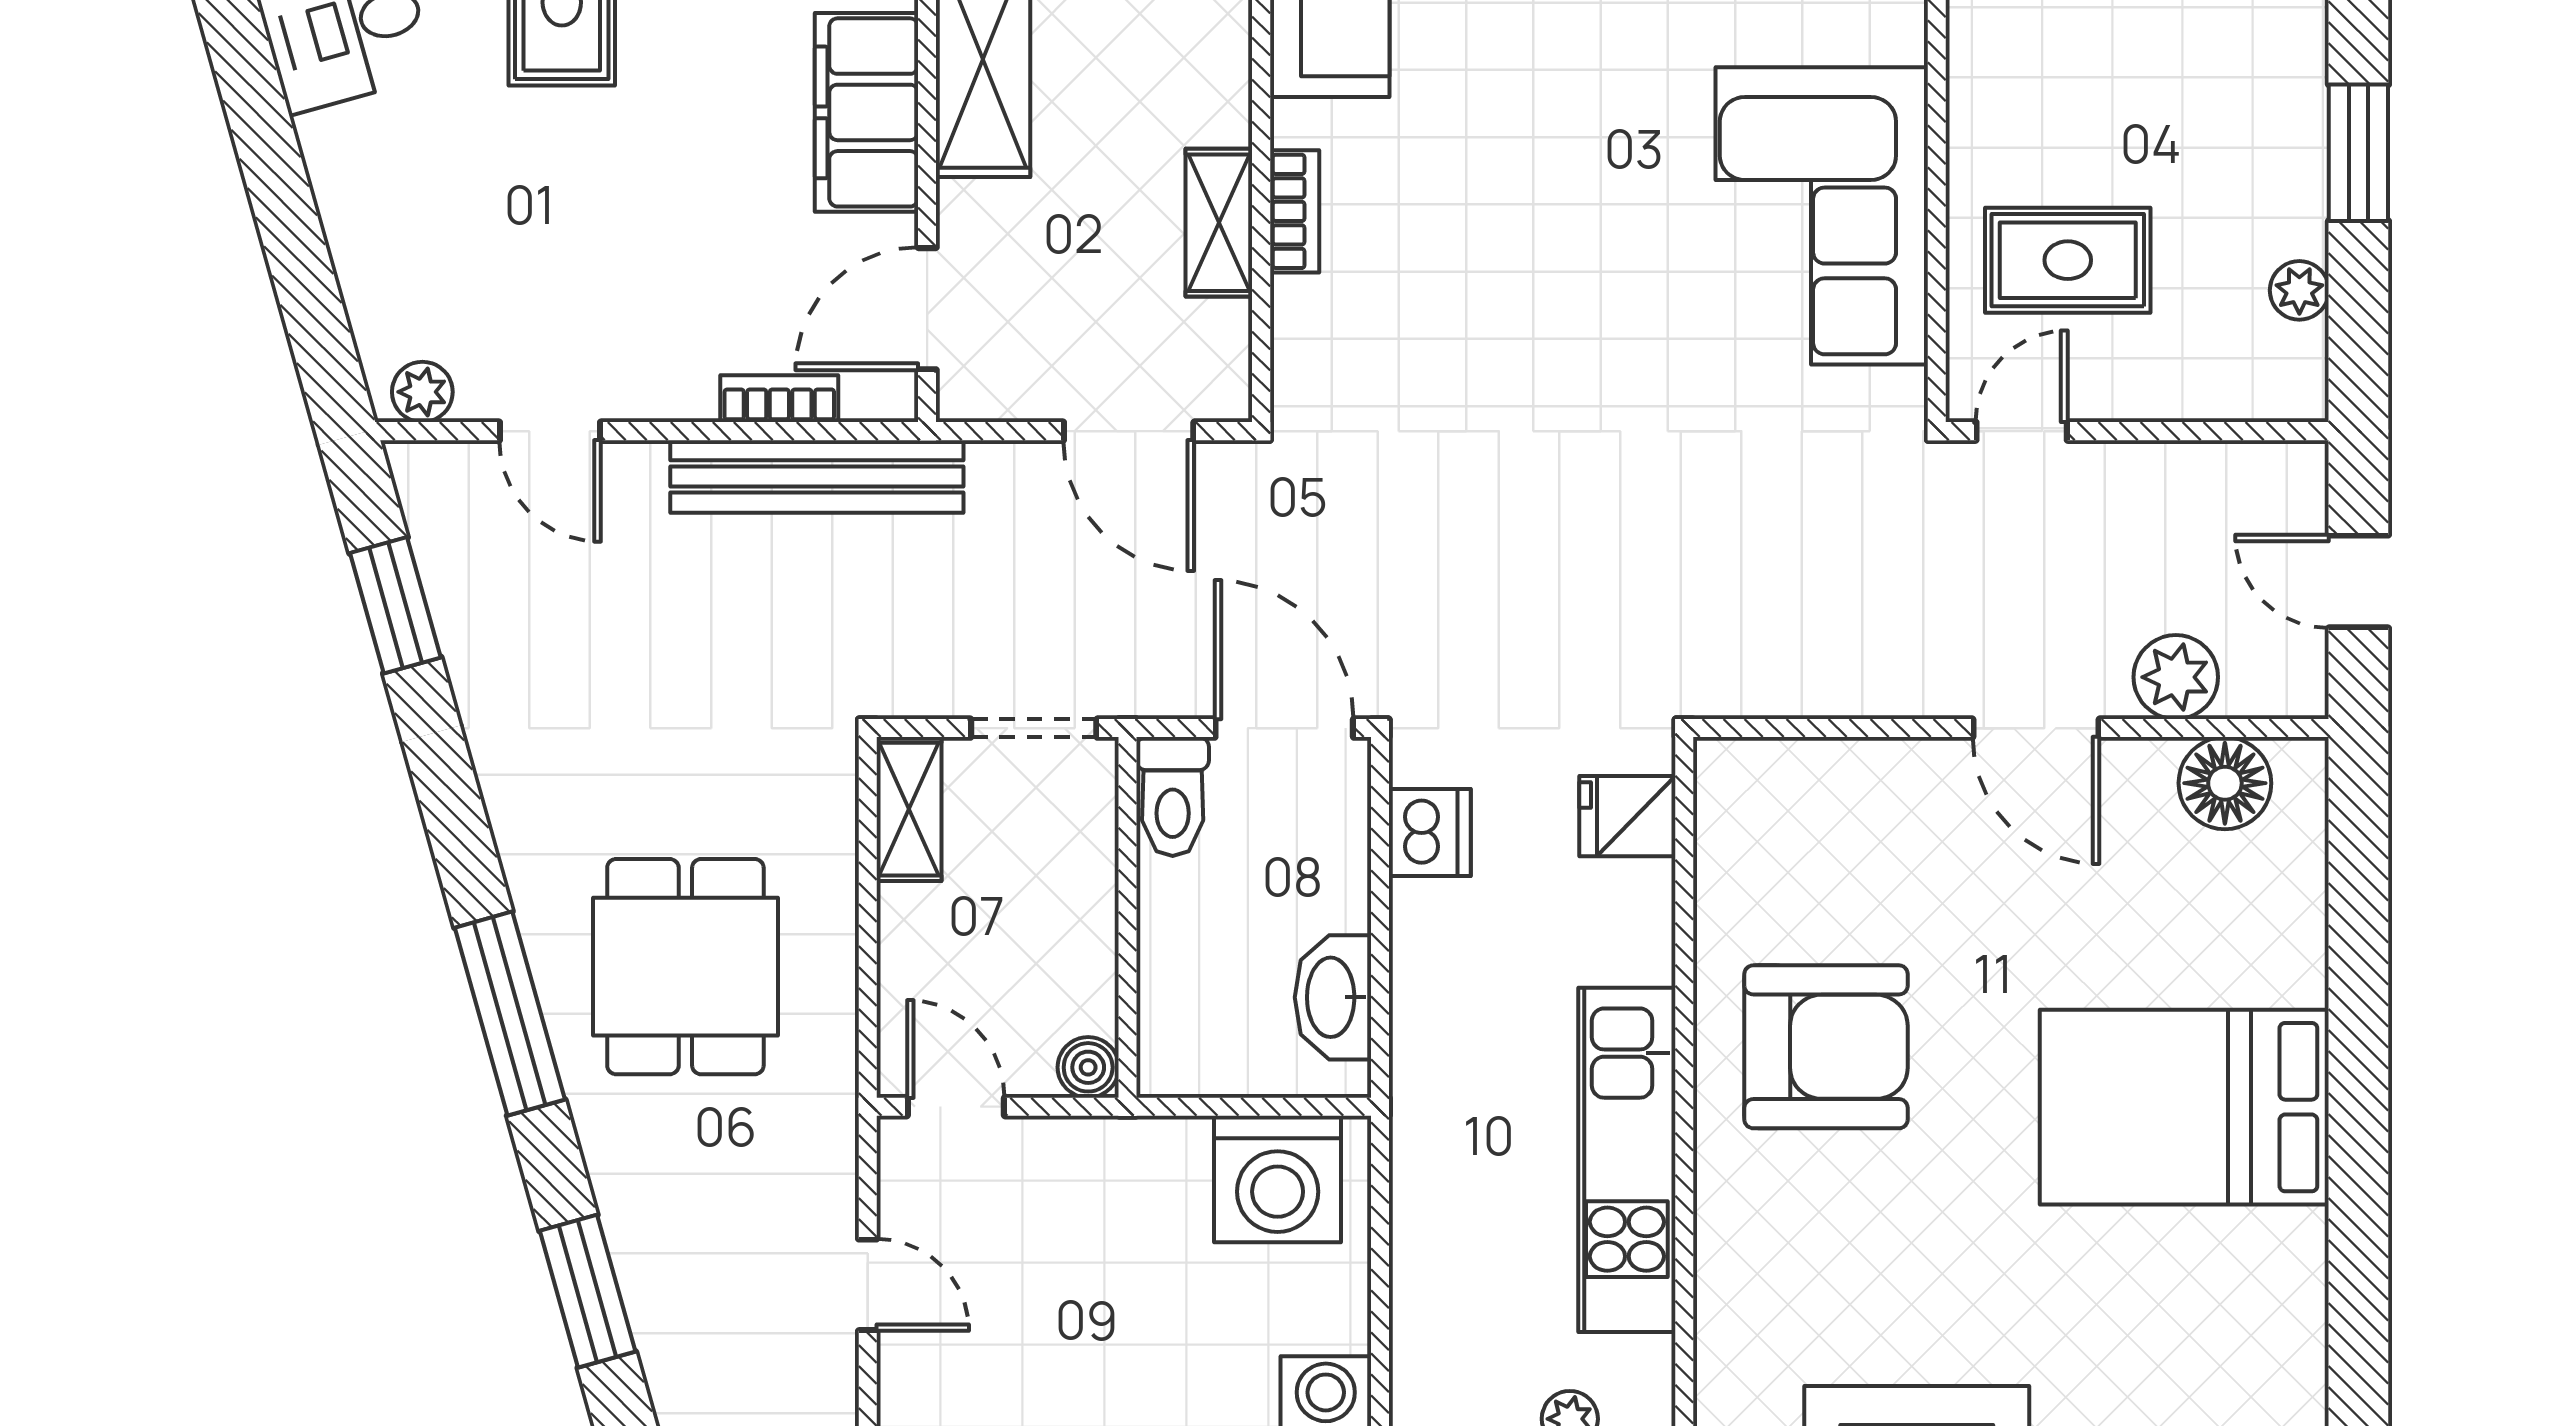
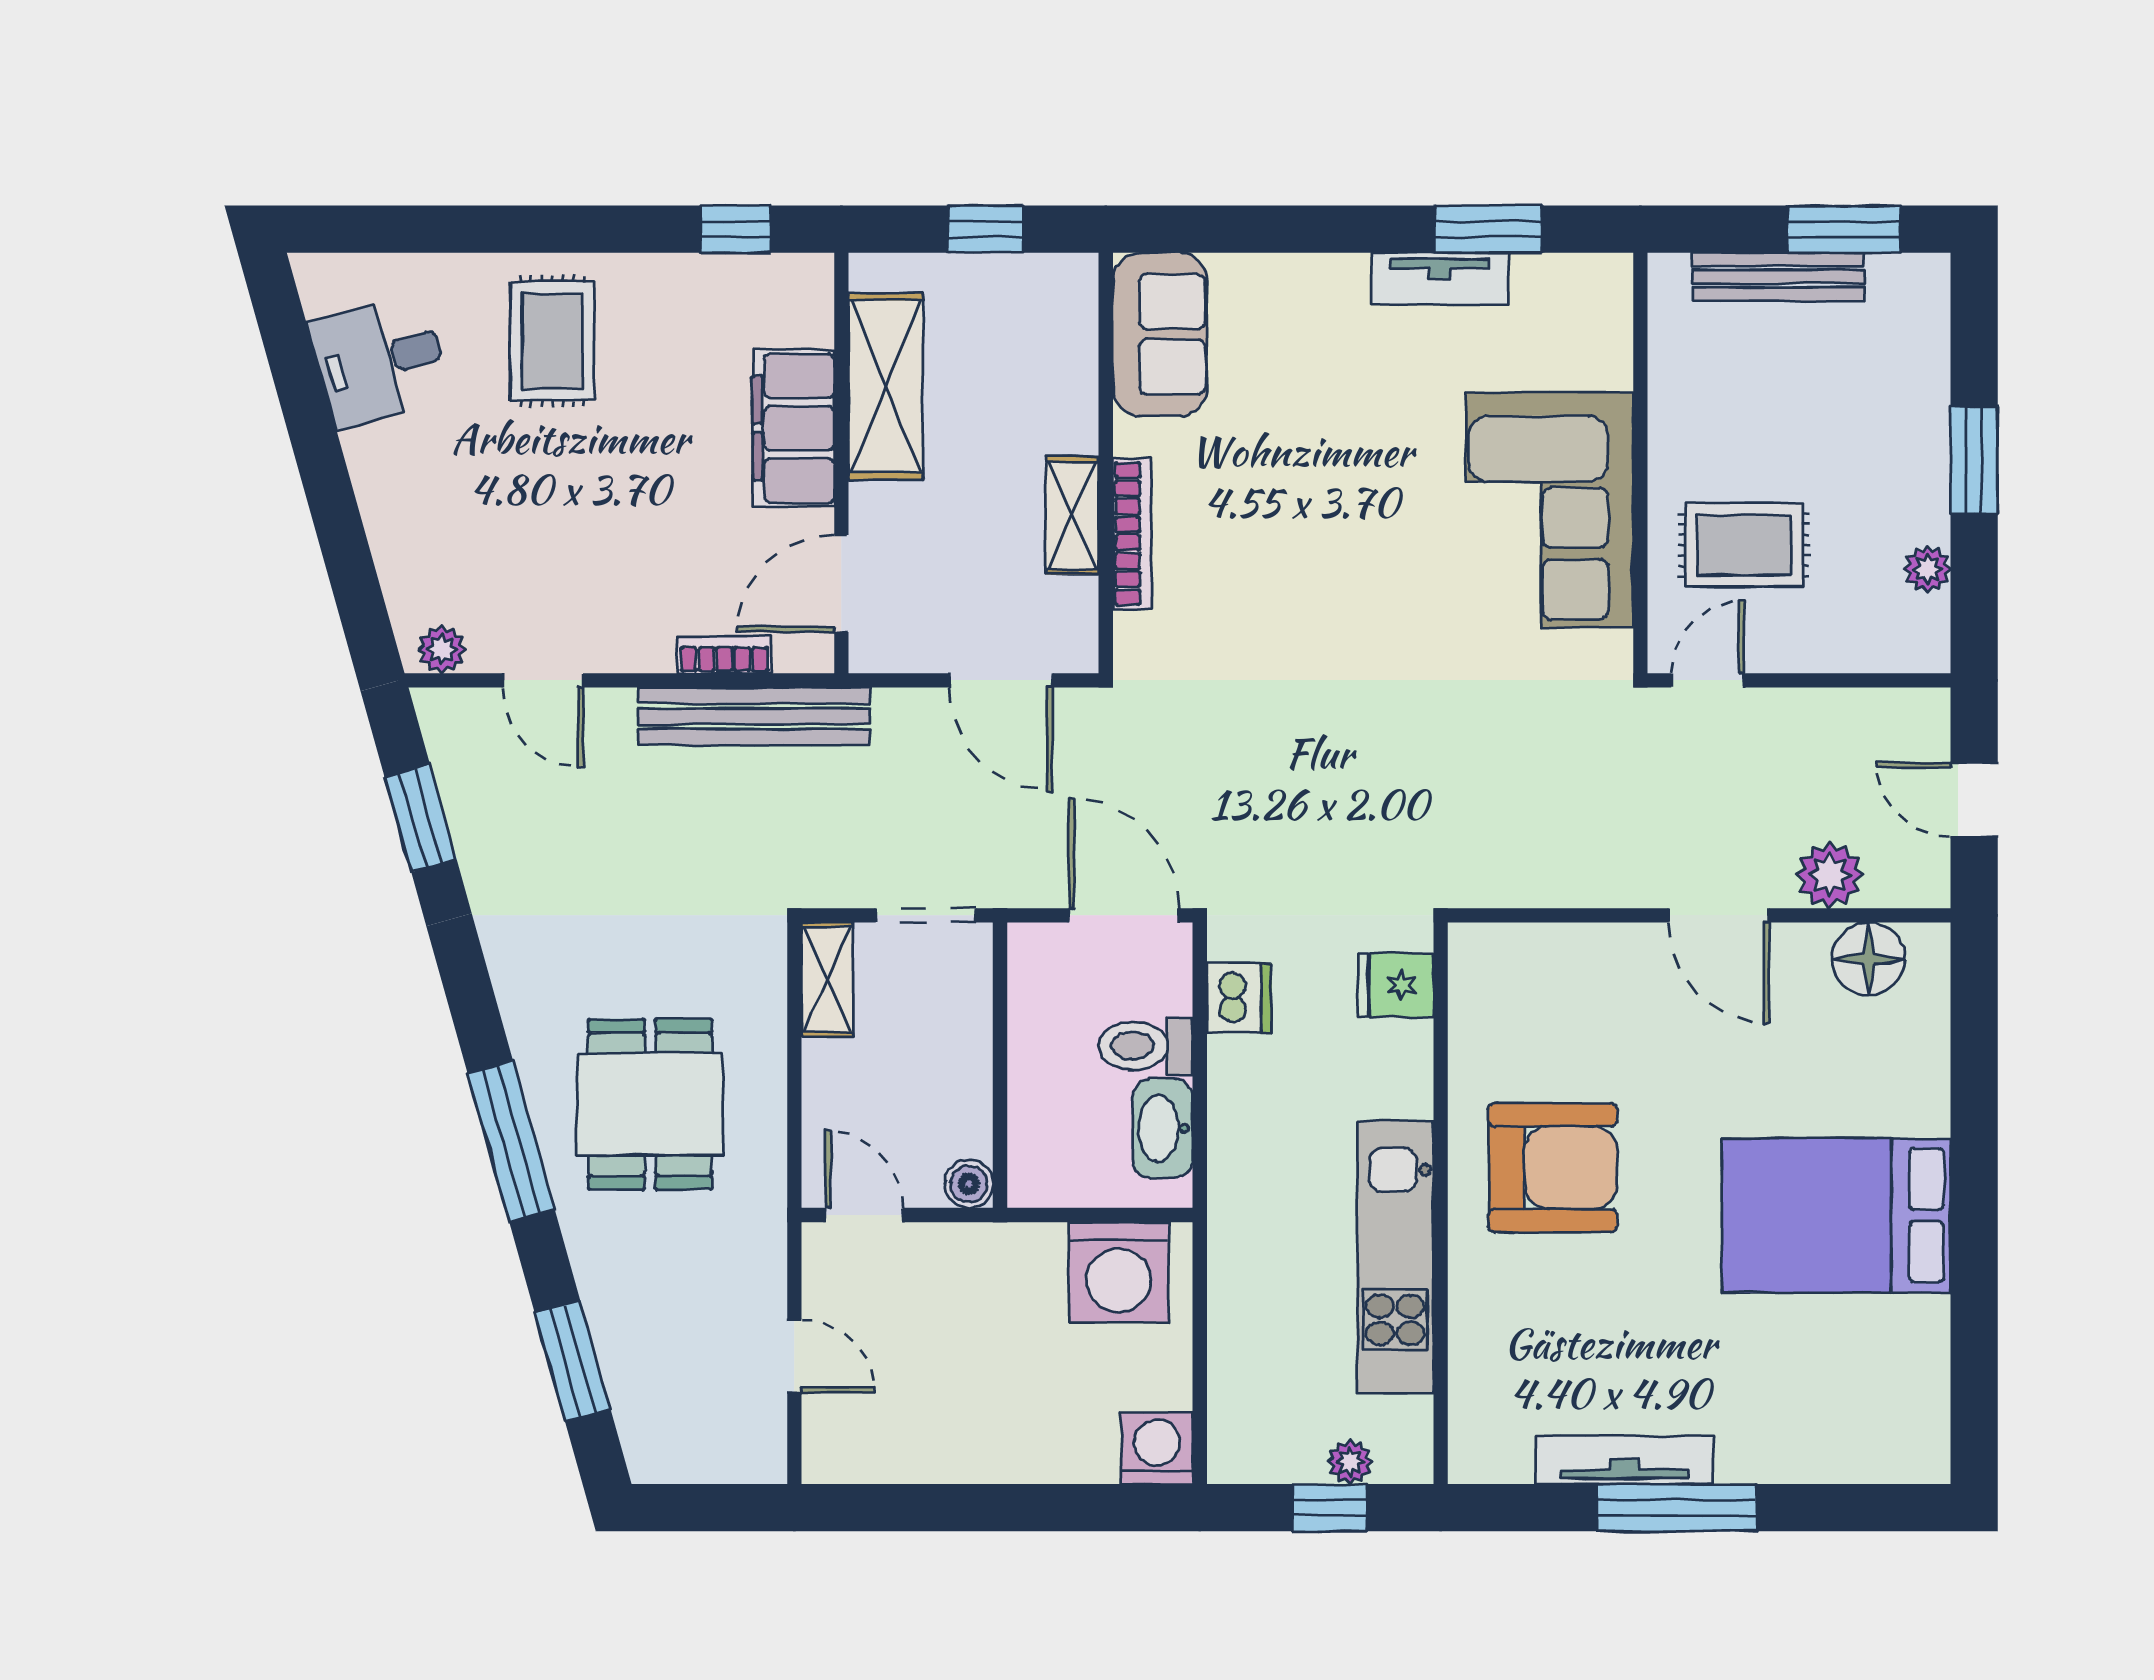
bookcase: (1295, 211) -> (1132, 534), width x1.56
toilet: (1173, 797) -> (1146, 1046), moved, turned 90

